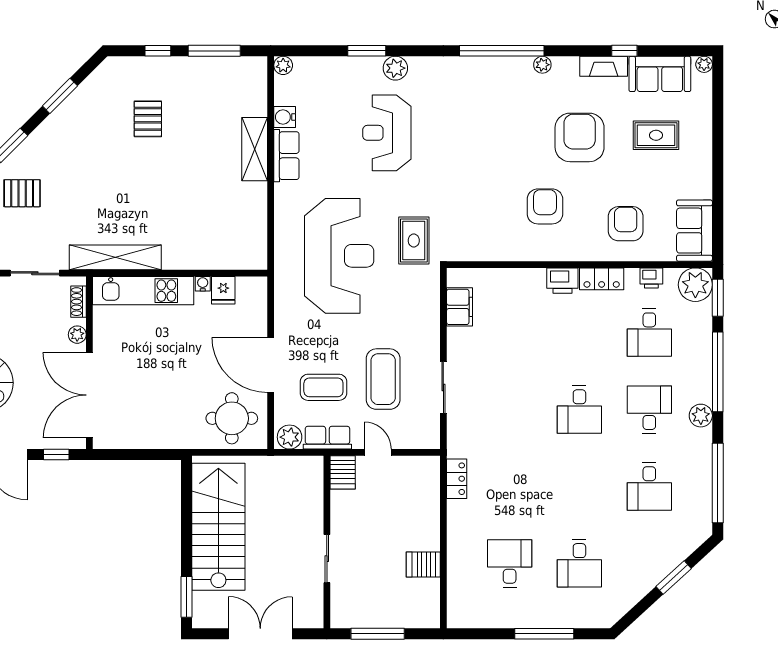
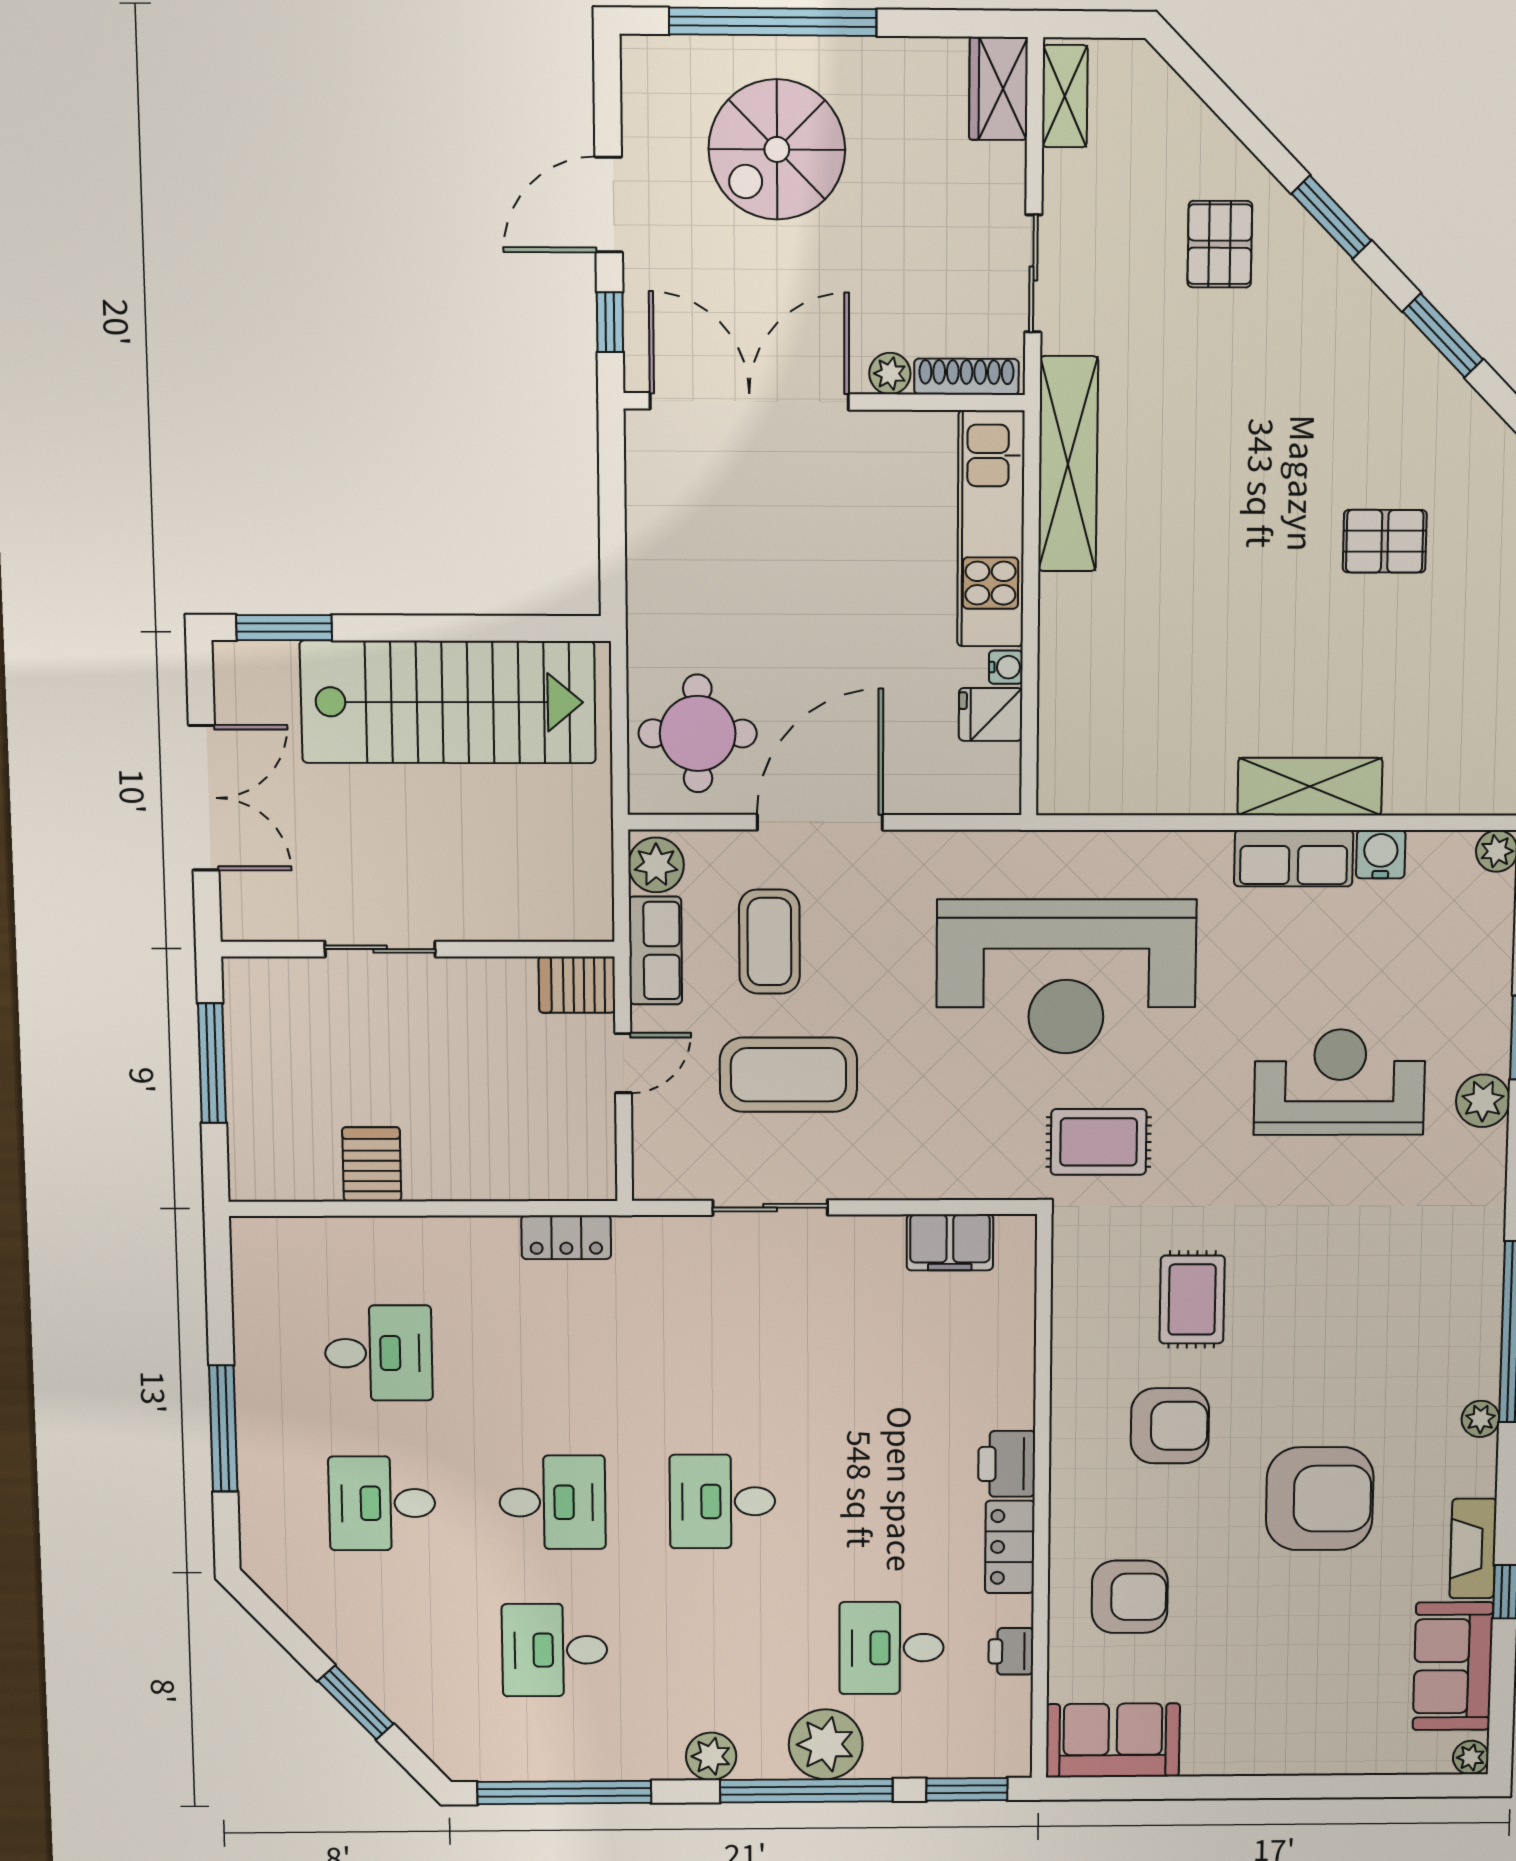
rug: (656, 135) -> (1192, 1299), moved
plant: (695, 285) -> (826, 1744), moved
shoe rack: (78, 302) -> (966, 377), width x1.43
desk: (649, 410) -> (552, 1502), moved

